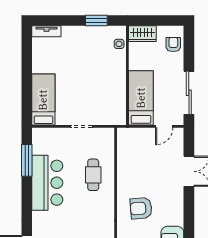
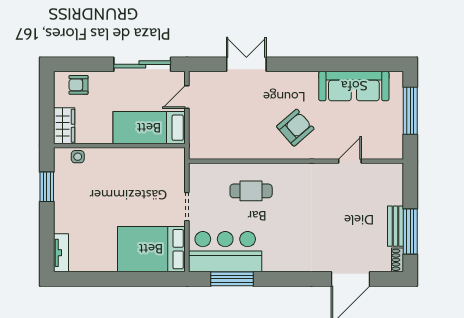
bed: (43, 100) -> (151, 249), width x1.50
door: (164, 126) -> (187, 97), swing flipped
bar counter: (47, 183) -> (225, 252), moved
armchair: (141, 208) -> (295, 128), turned -126

